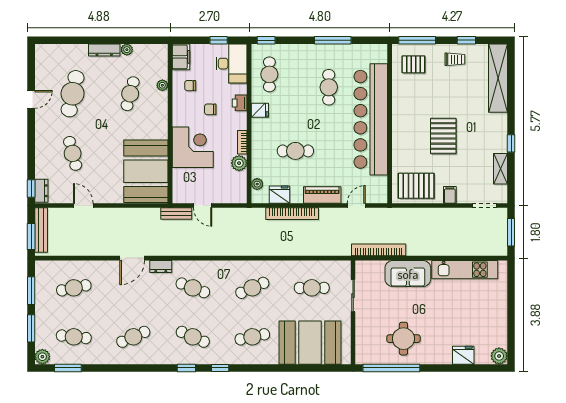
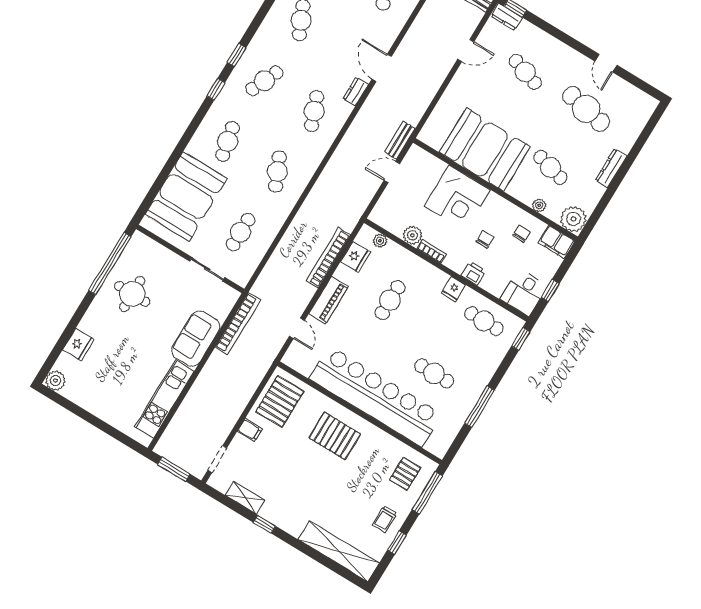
plant: (127, 50) -> (573, 219), moved, width x1.87, depth x1.87
desk: (231, 64) -> (524, 292), width x0.73
pallet: (443, 136) -> (335, 436), moved
cafe table: (73, 153) -> (525, 72), turned 33
booth: (146, 171) -> (485, 149), moved
cafe table: (193, 288) -> (314, 111), turned -42

